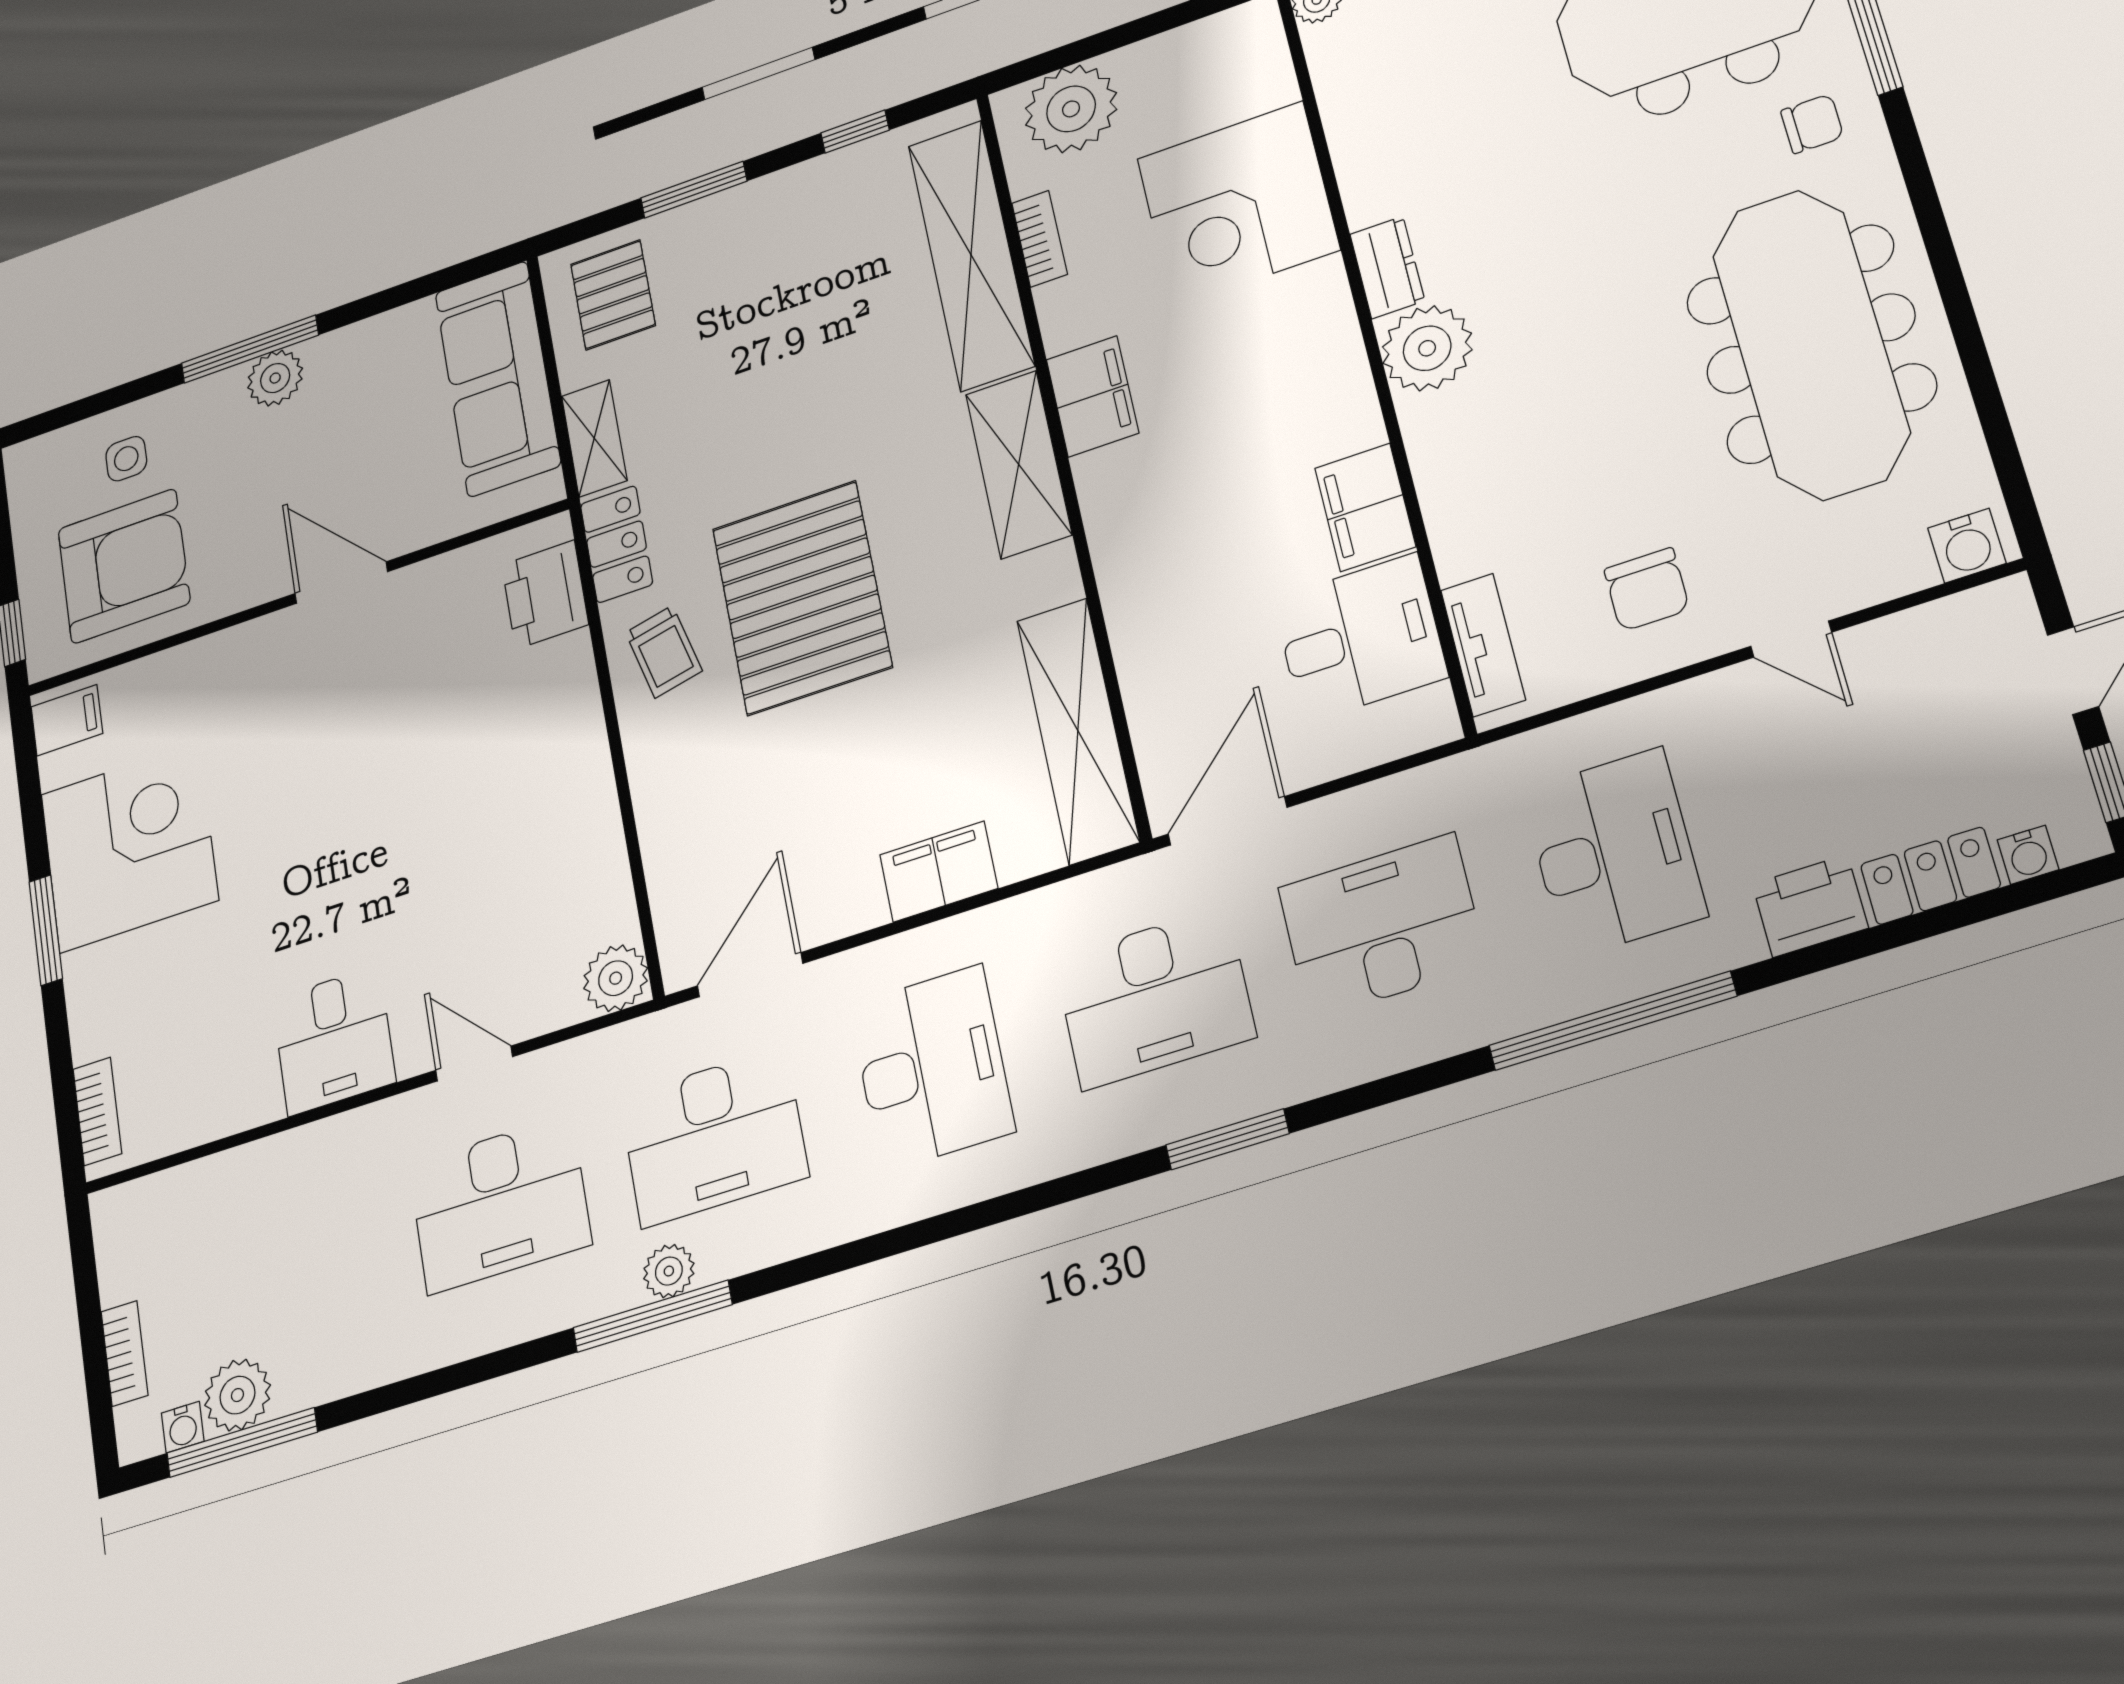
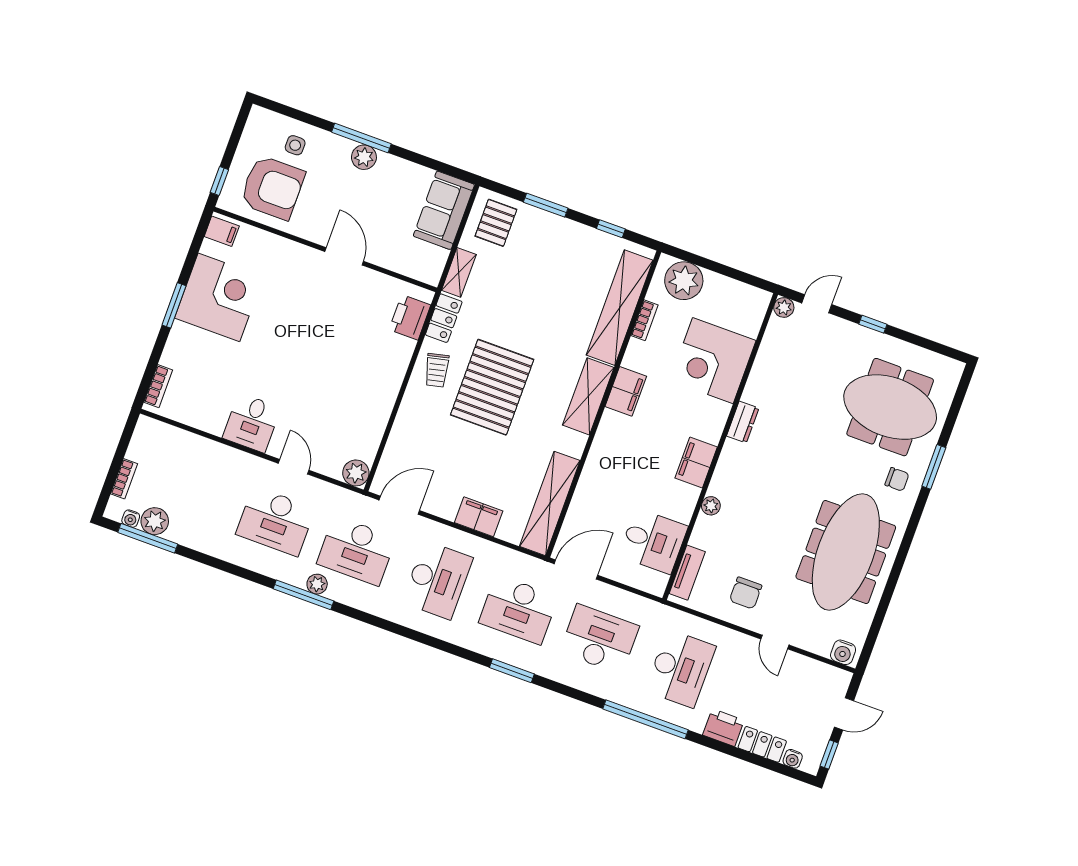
plant: (1427, 348) -> (711, 506), moved, width x0.53, depth x0.53
sofa: (498, 378) -> (444, 210), width x0.73
filing cabinet: (1365, 507) -> (696, 463), moved

